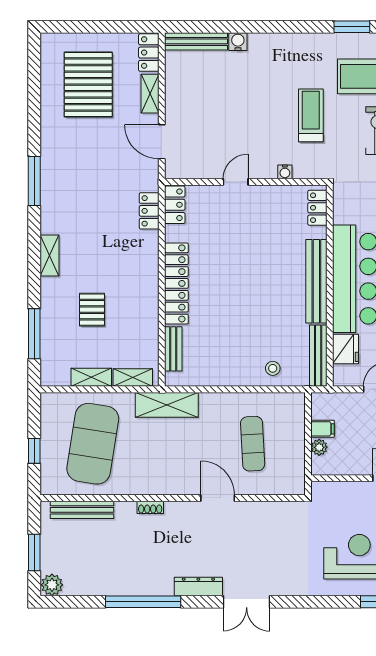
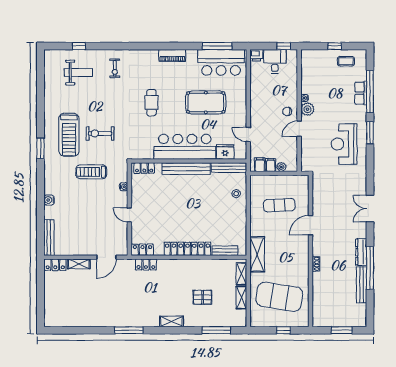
water cooler: (238, 42) -> (49, 200), moved
pallet: (88, 85) -> (74, 299), removed
filing cabinet: (323, 410) -> (260, 165), added
bench: (82, 510) -> (361, 285), moved
plant: (52, 585) -> (360, 320), removed
dresser: (198, 586) -> (361, 252), moved
double door: (247, 602) -> (370, 209), swing flipped

